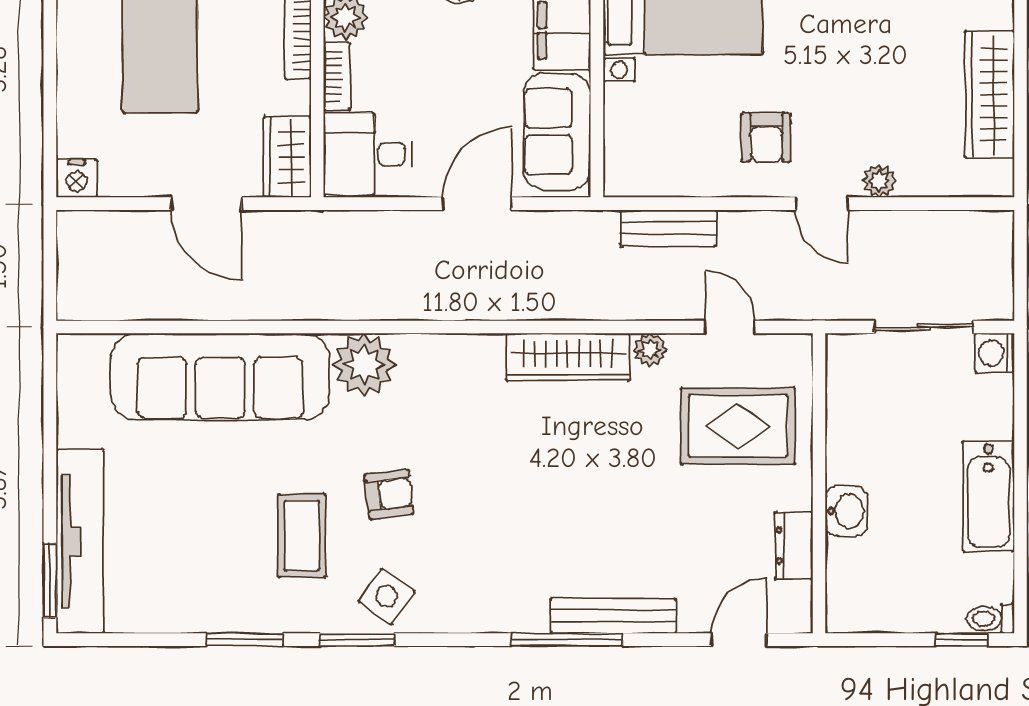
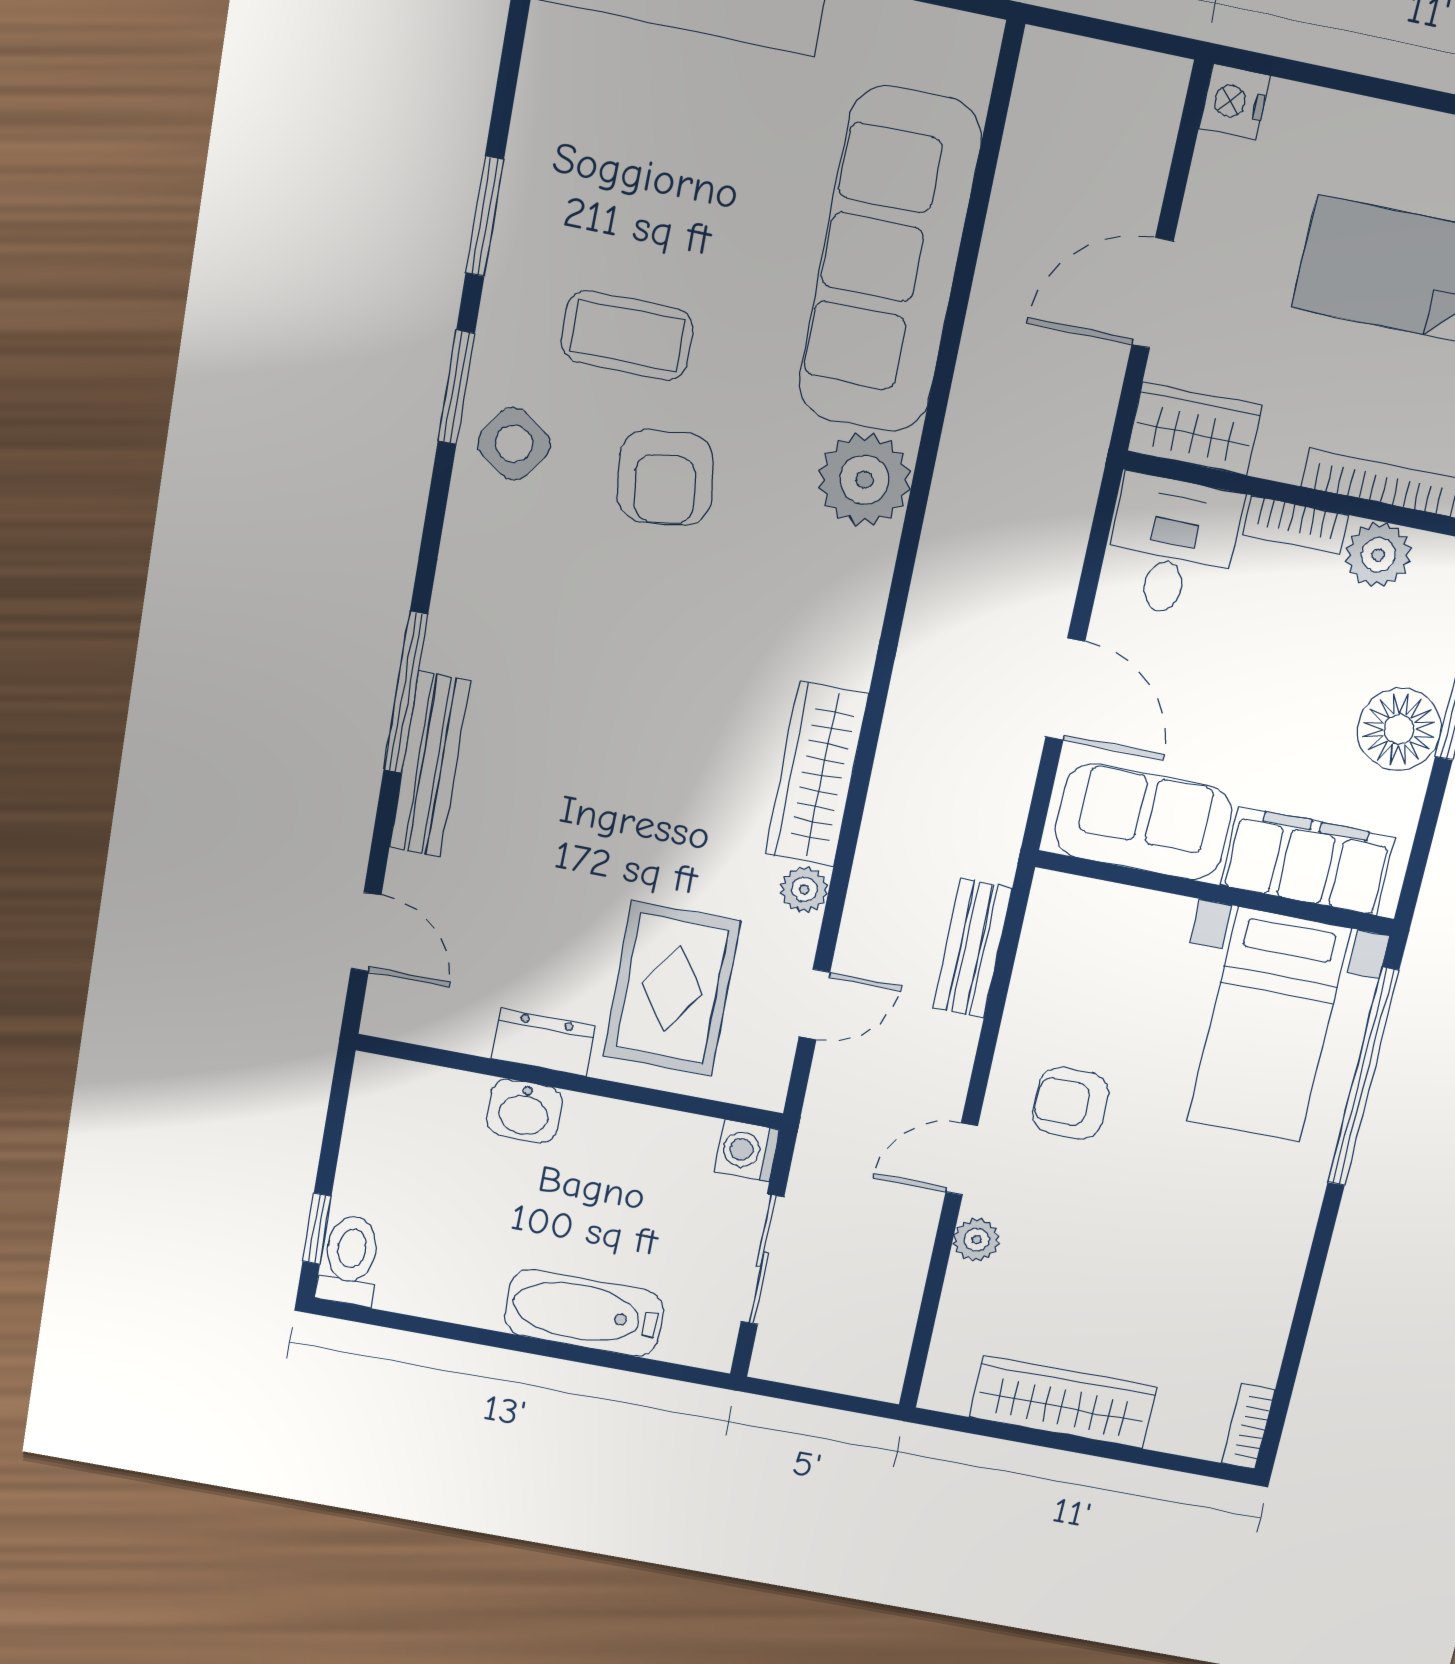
washing machine: (995, 353) -> (747, 1150), moved, turned -90
armchair: (389, 494) -> (665, 478), width x1.38, depth x1.38
bathtub: (988, 496) -> (584, 1313), moved
dresser: (794, 546) -> (544, 1042), moved
toilet: (990, 619) -> (350, 1260), width x1.37, depth x1.39

